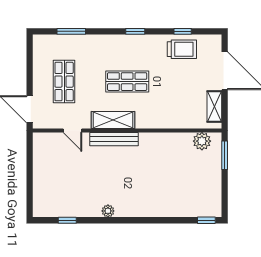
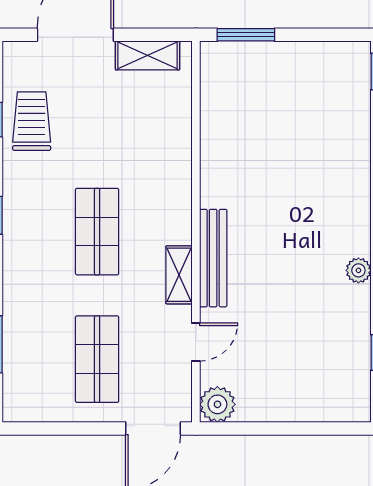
shop shelf: (64, 82) -> (97, 359), turned 90
shelving: (113, 120) -> (179, 275), width x0.67, depth x0.75
plant: (202, 141) -> (217, 404), moved

